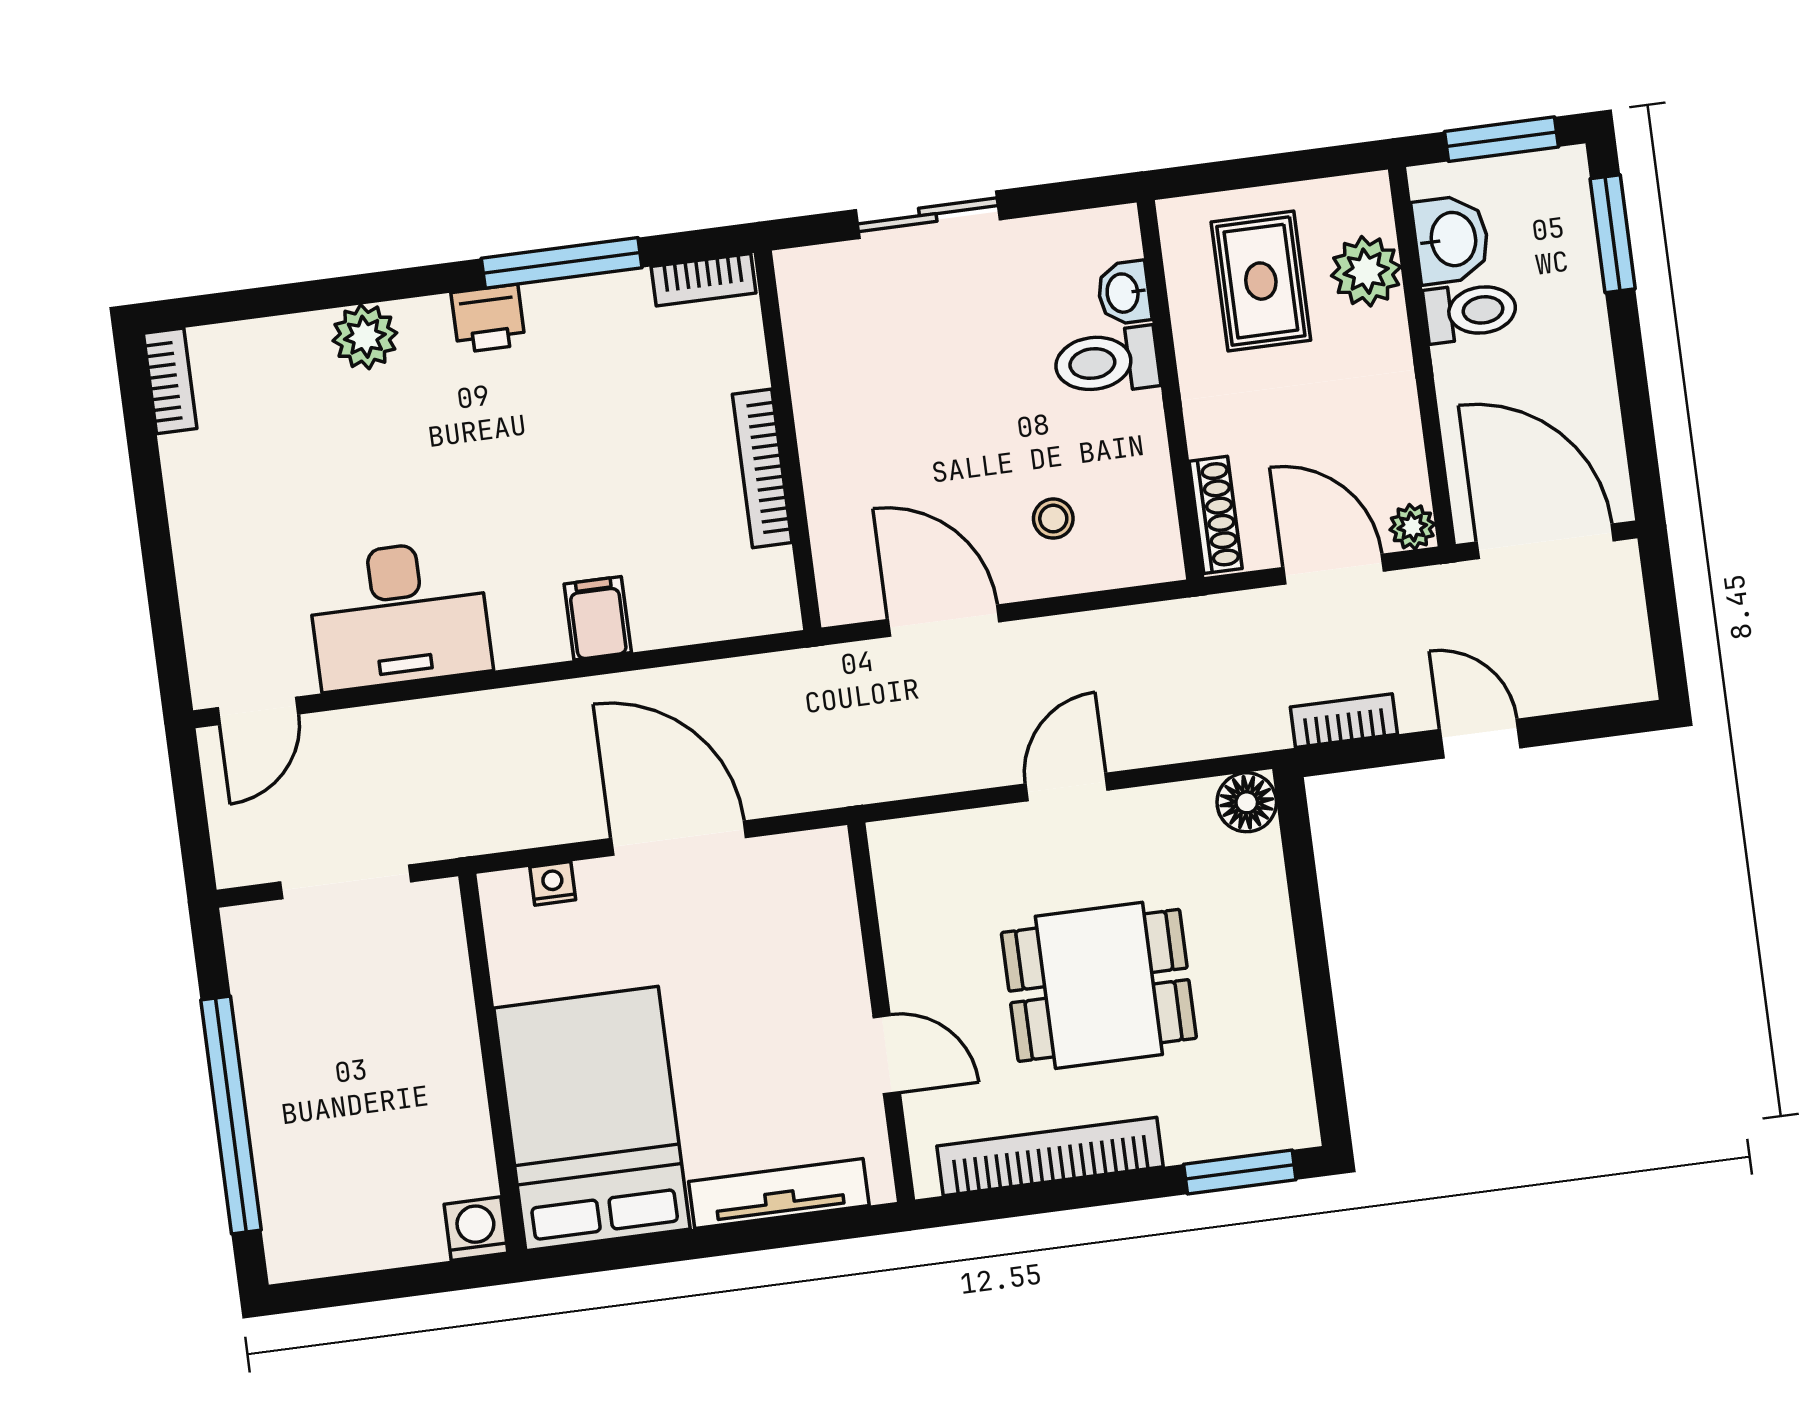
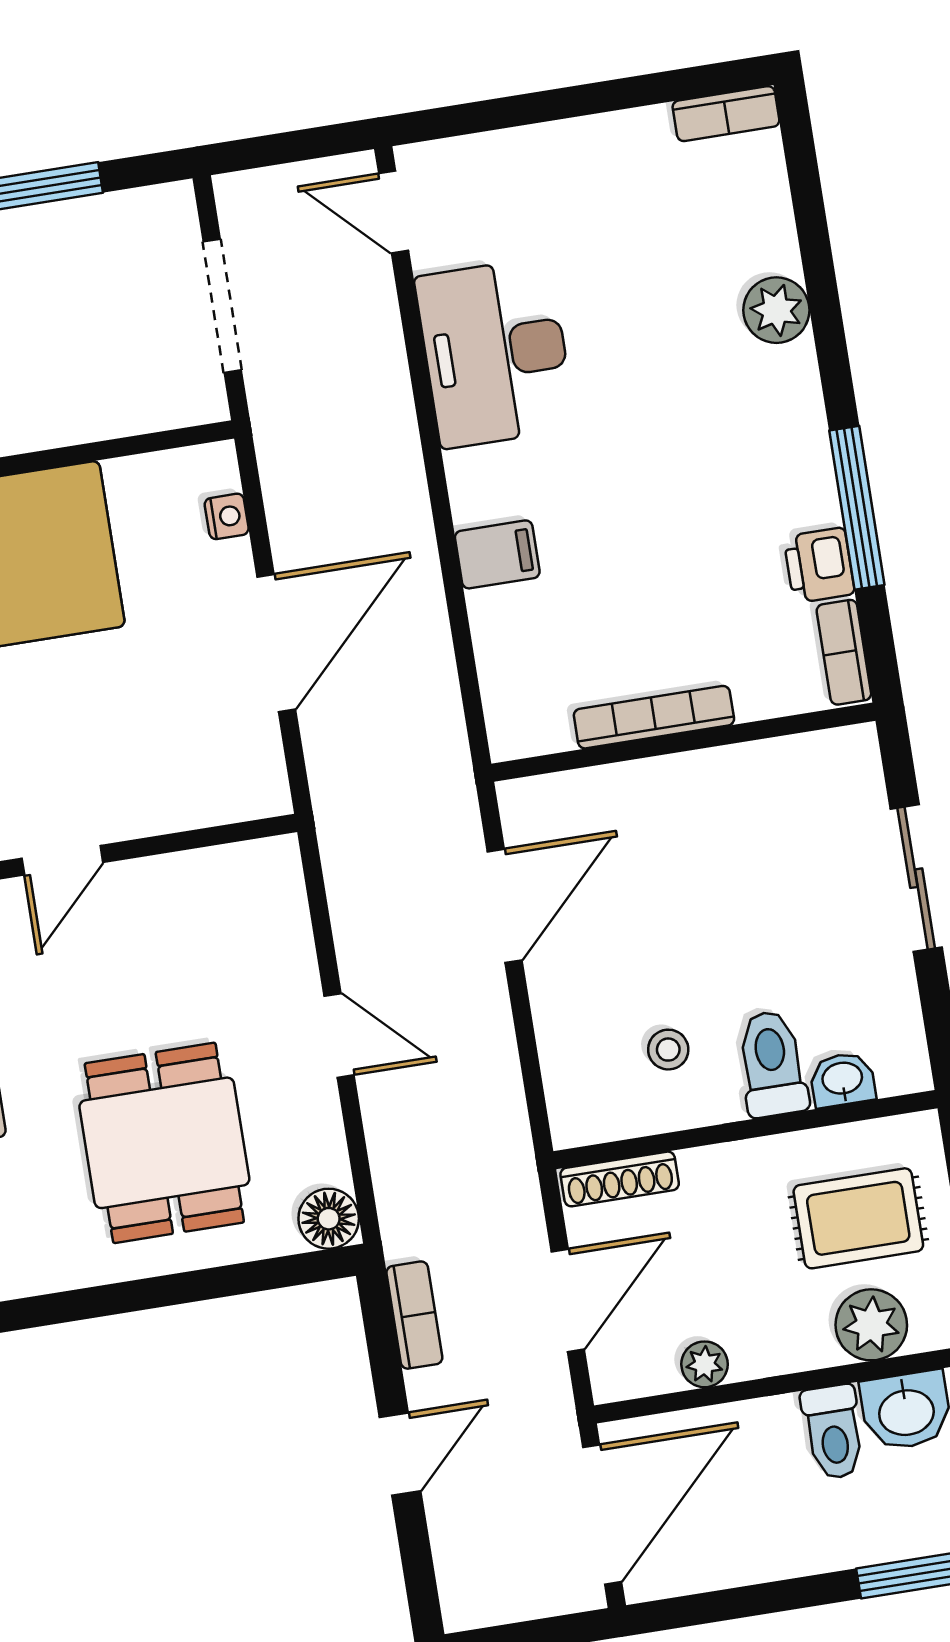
printer: (488, 319) -> (819, 565), moved
stool: (1053, 519) -> (668, 1050), moved
plant: (1412, 527) -> (705, 1364), moved
dining table: (1099, 985) -> (164, 1143), moved

